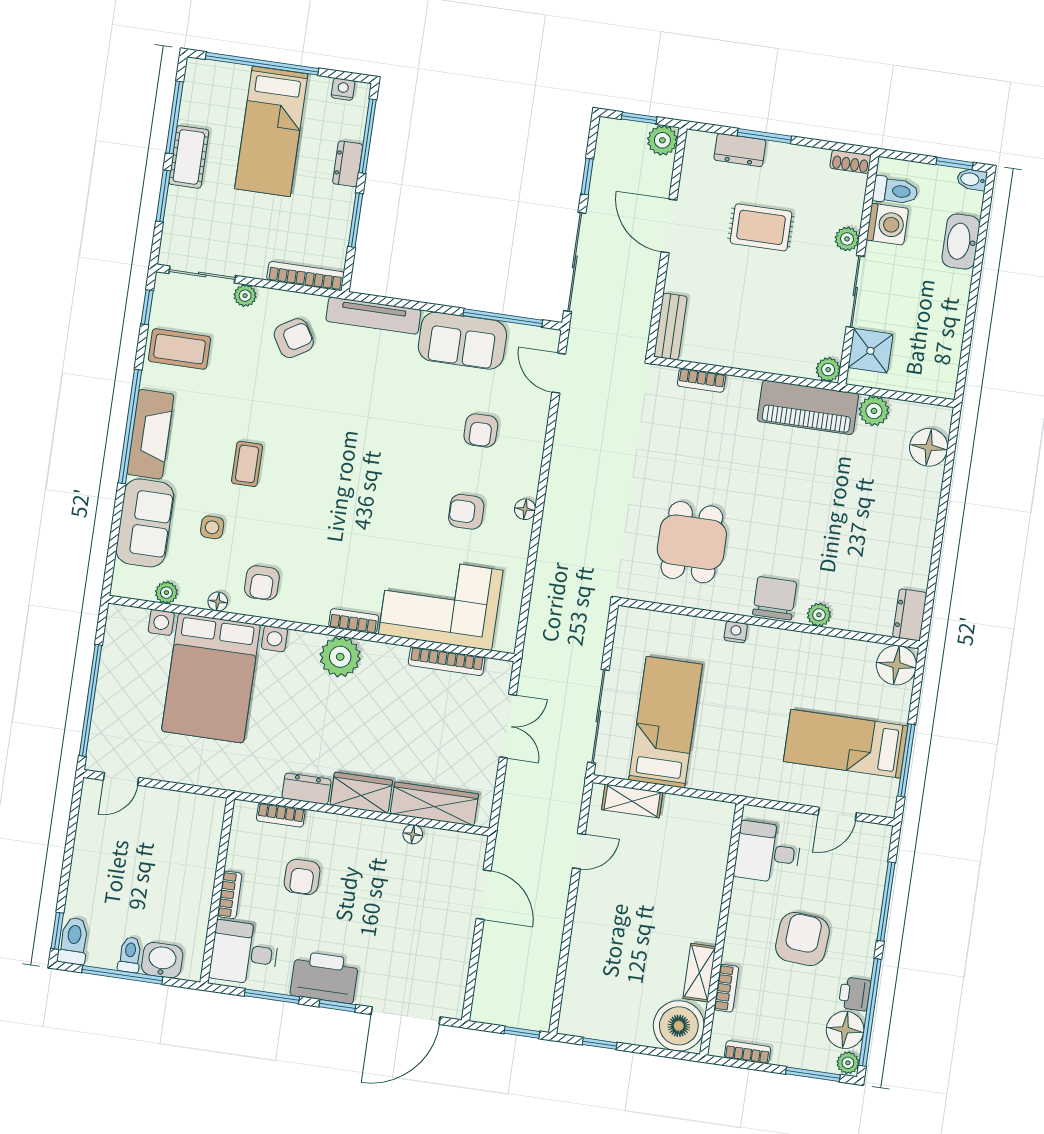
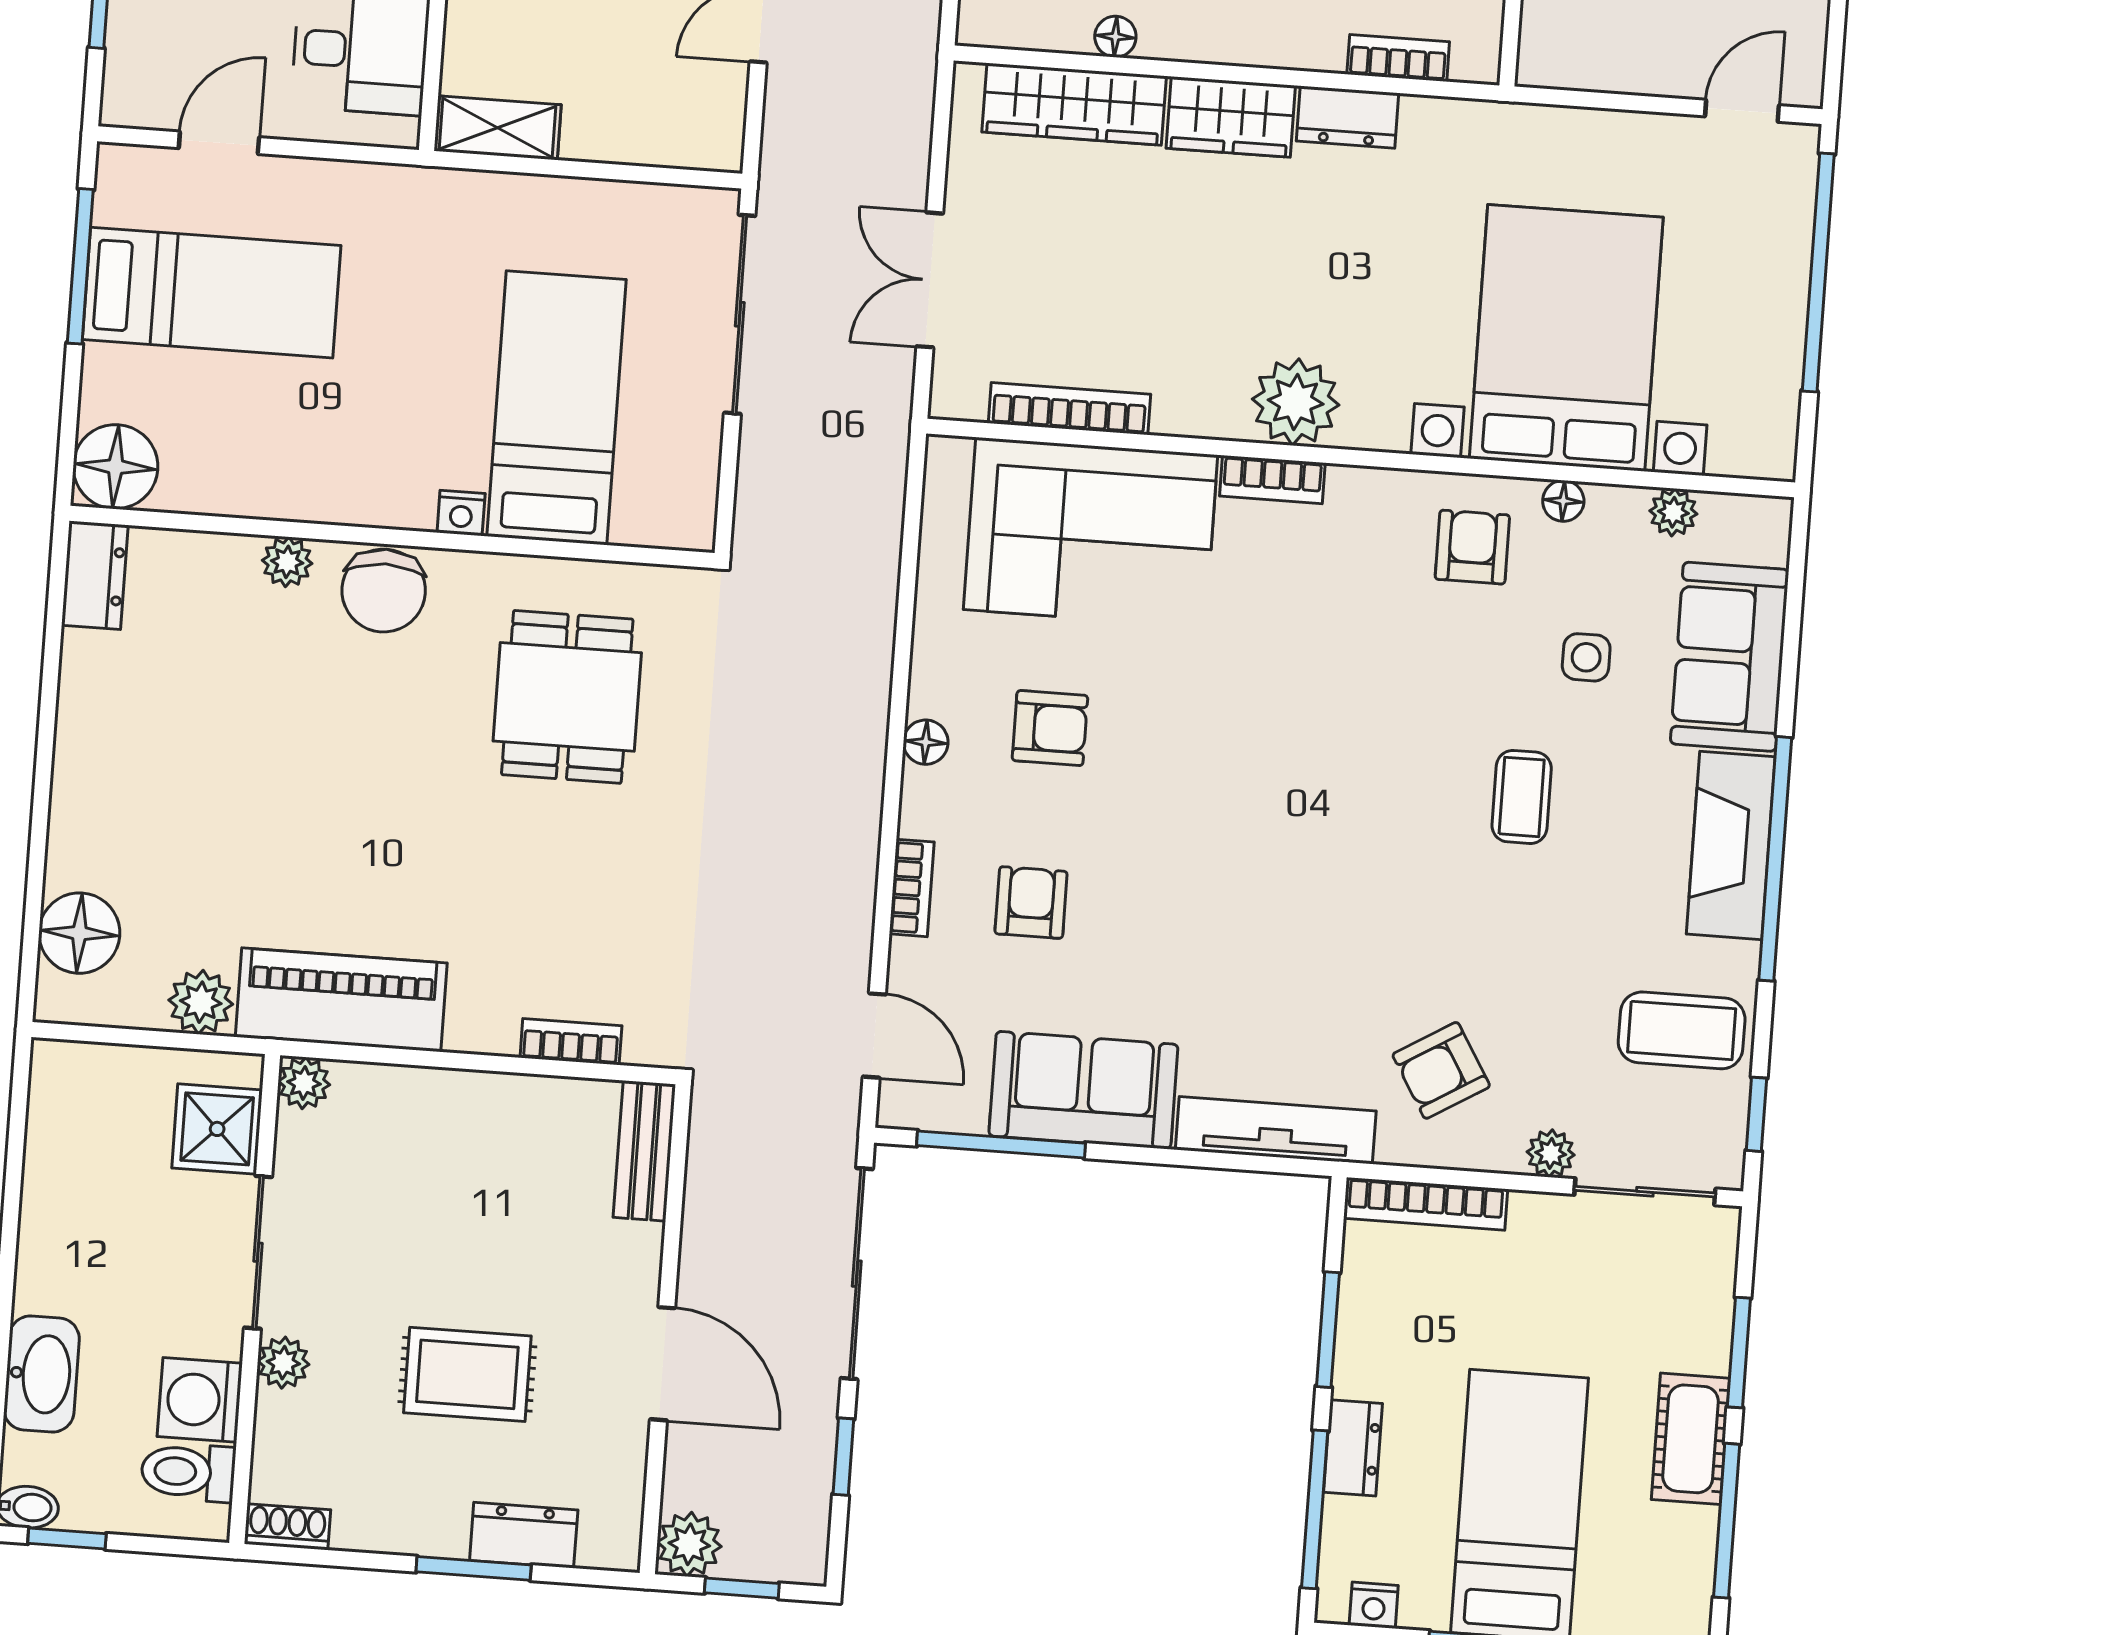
bookcase: (536, 441) -> (912, 888), added
bed: (665, 722) -> (557, 408), moved, turned 180
shelving: (632, 801) -> (498, 128), moved

